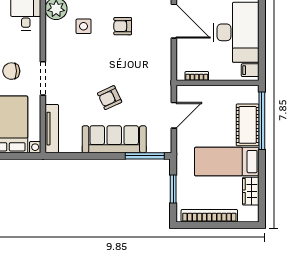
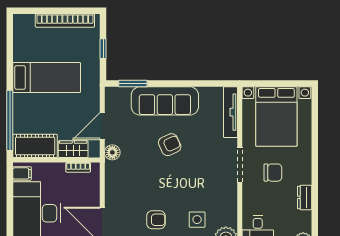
floor lamp: (164, 90) -> (112, 152), added
cot: (248, 125) -> (35, 146), moved, turned 90
window: (145, 156) -> (133, 83), width x0.69
window: (173, 189) -> (103, 49), width x0.67
wardrobe: (251, 191) -> (73, 149), moved, turned -90

